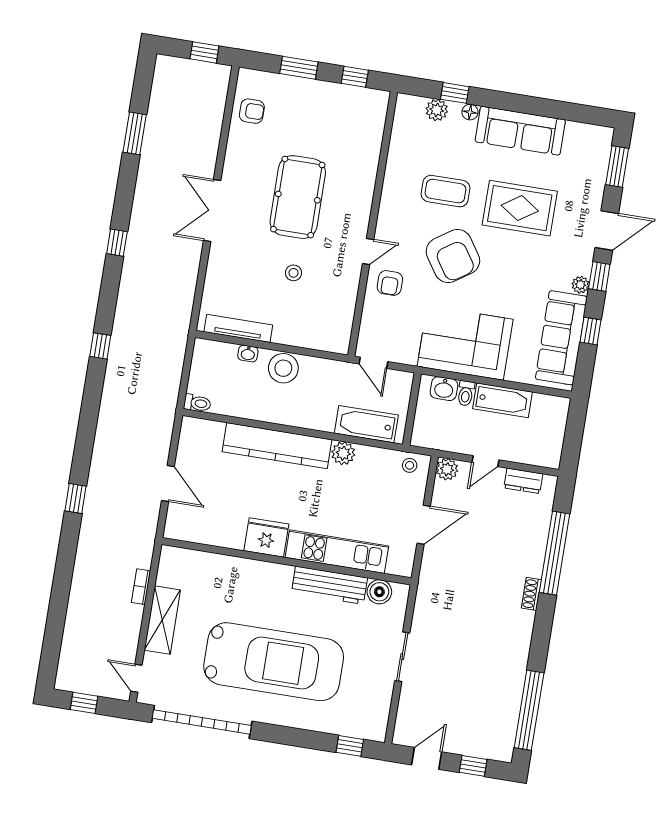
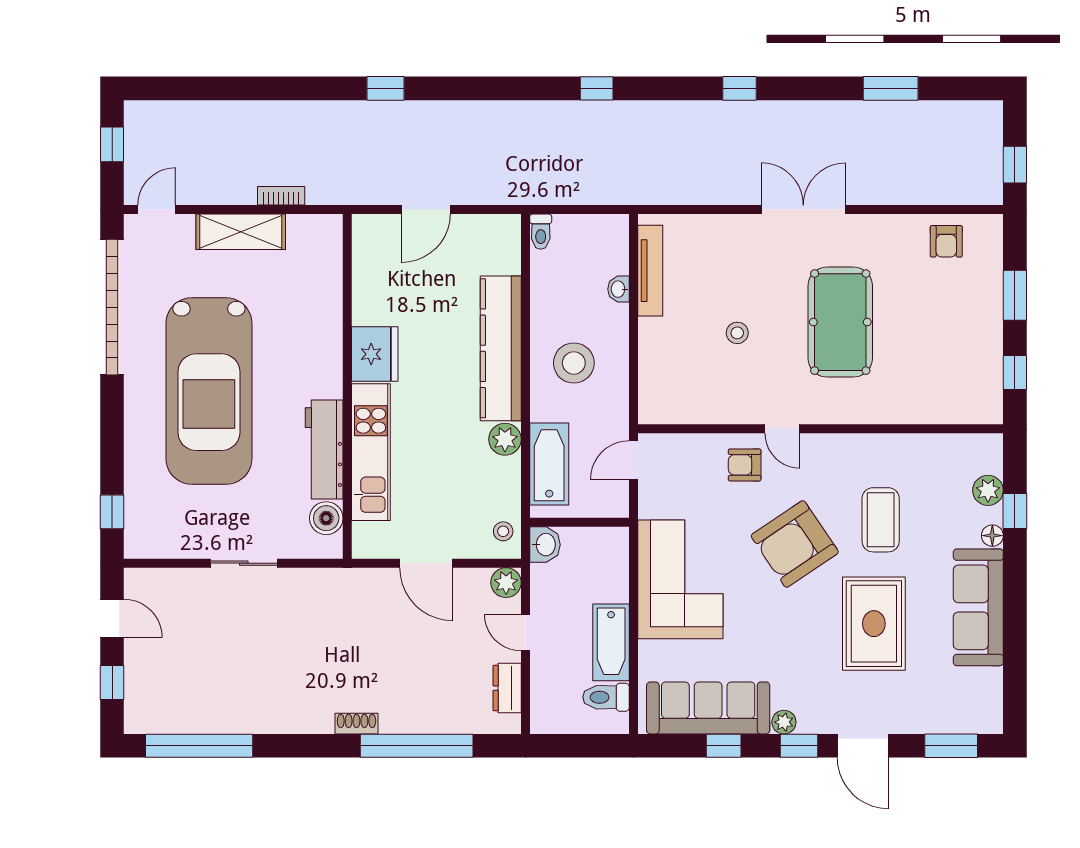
pool table: (298, 197) -> (840, 322), turned 90
stool: (283, 368) -> (574, 363), moved
washbasin: (444, 389) -> (545, 545), moved, turned 180
toilet: (466, 393) -> (606, 697), moved, width x1.37, depth x1.39

